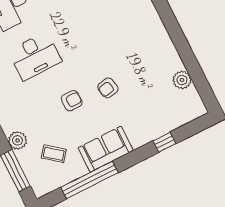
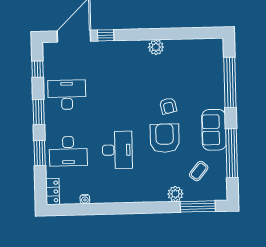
plant: (182, 80) -> (156, 47), moved
armchair: (72, 101) -> (165, 138), width x1.88, depth x1.88
window: (164, 142) -> (230, 82), width x3.17

